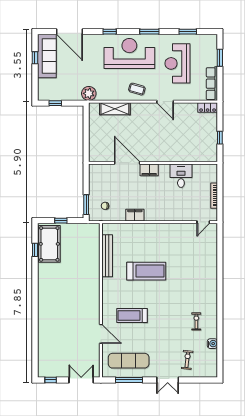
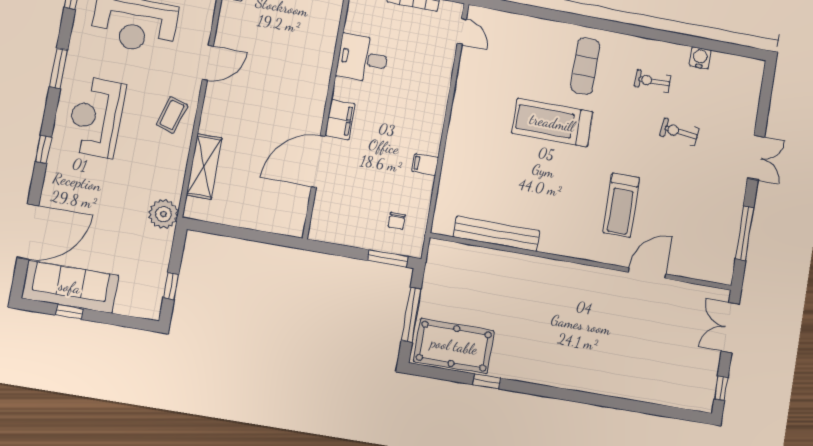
reception desk: (129, 53) -> (96, 117), width x0.74, depth x0.77
filing cabinet: (135, 215) -> (425, 164), width x0.50
window: (61, 221) -> (411, 315), width x2.17
window: (35, 250) -> (487, 381), moved
treadmill: (146, 271) -> (552, 123), moved, turned -90
exercise bike: (187, 360) -> (680, 132), moved
exercise mat: (129, 361) -> (585, 66), moved, width x0.73, depth x0.69

